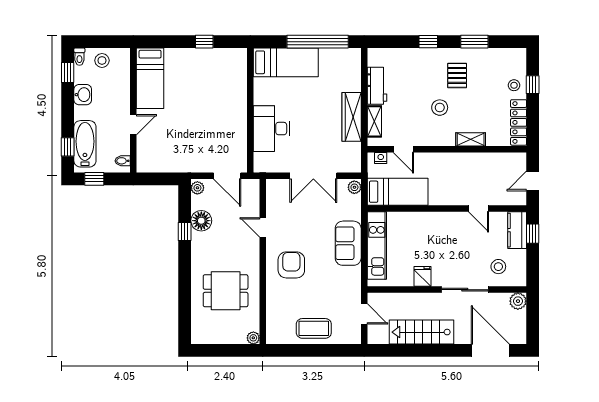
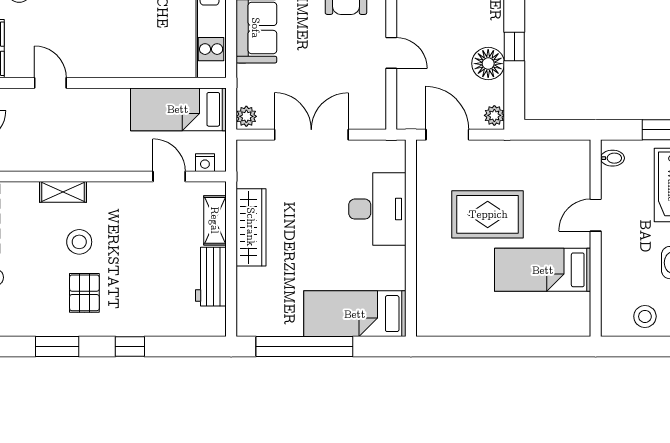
window: (204, 42) -> (484, 346), removed
bed: (150, 78) -> (543, 270), moved, turned -90
stool: (440, 108) -> (79, 242), moved
rug: (202, 125) -> (488, 214), added

